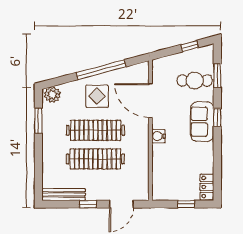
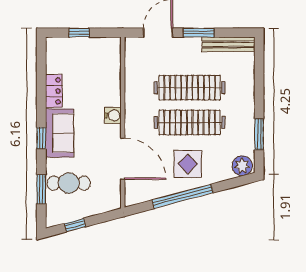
locker: (207, 187) -> (54, 91), moved
window: (88, 204) -> (199, 33), width x1.50

